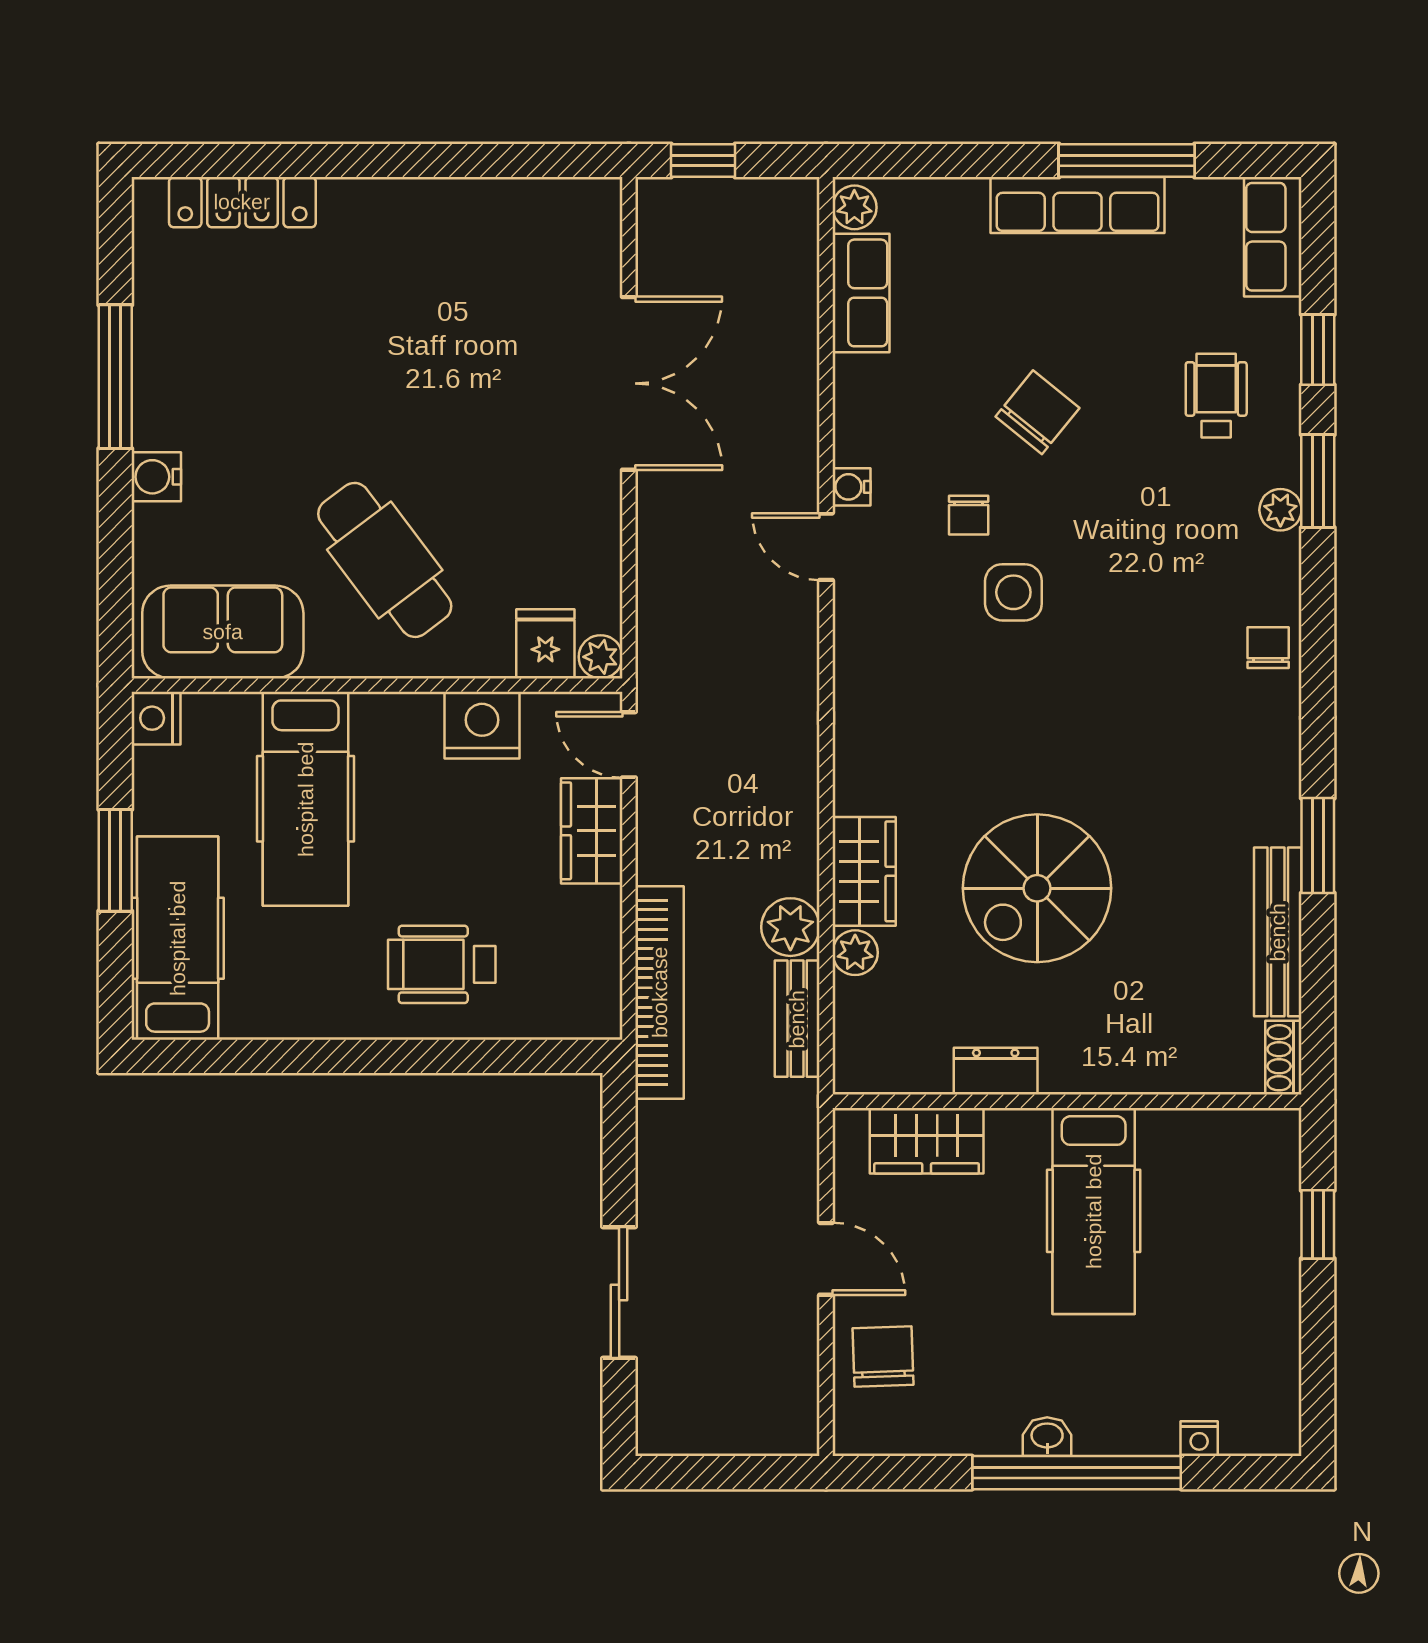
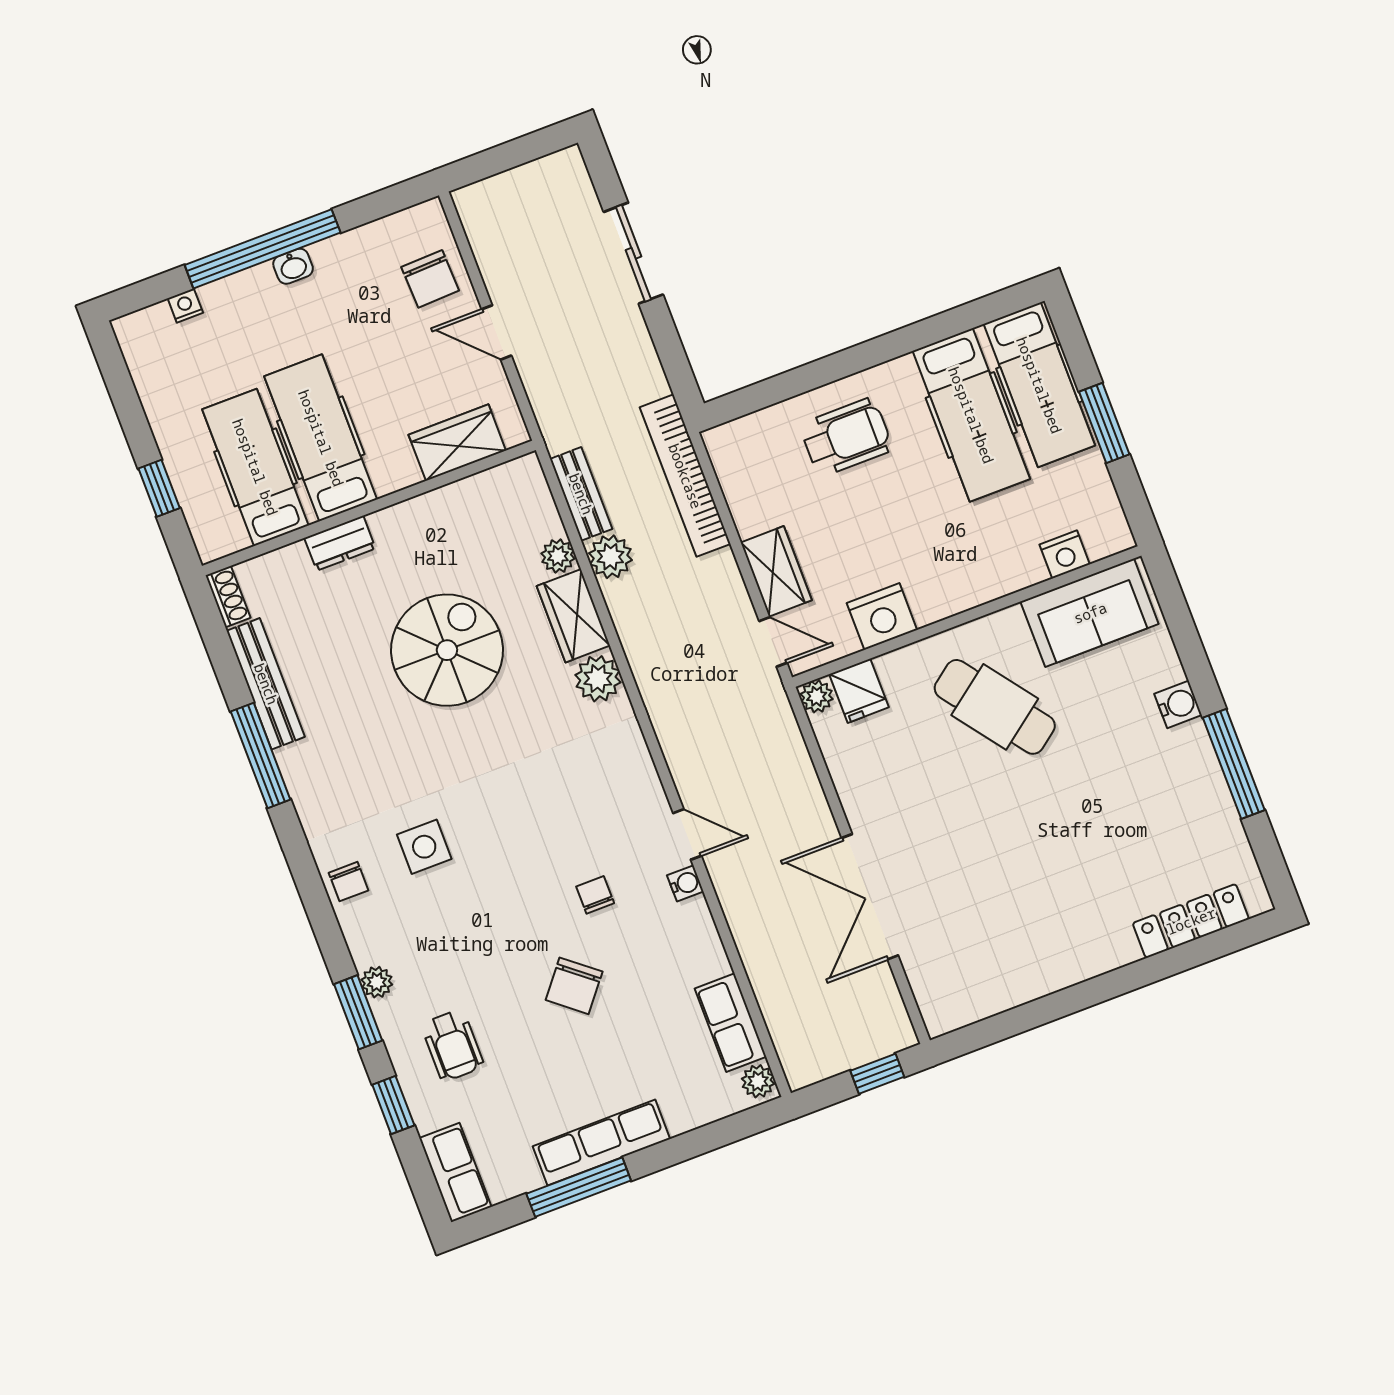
side table: (1013, 592) -> (424, 847), moved
nightstand: (156, 718) -> (1065, 554), moved, turned 90
plant: (863, 782) -> (598, 679), added
hospital bed: (306, 799) -> (971, 415), moved, turned 180
window: (1318, 846) -> (261, 755), width x1.44
dresser: (996, 1071) -> (340, 543), moved
hospital bed: (1188, 1205) -> (255, 467), added

